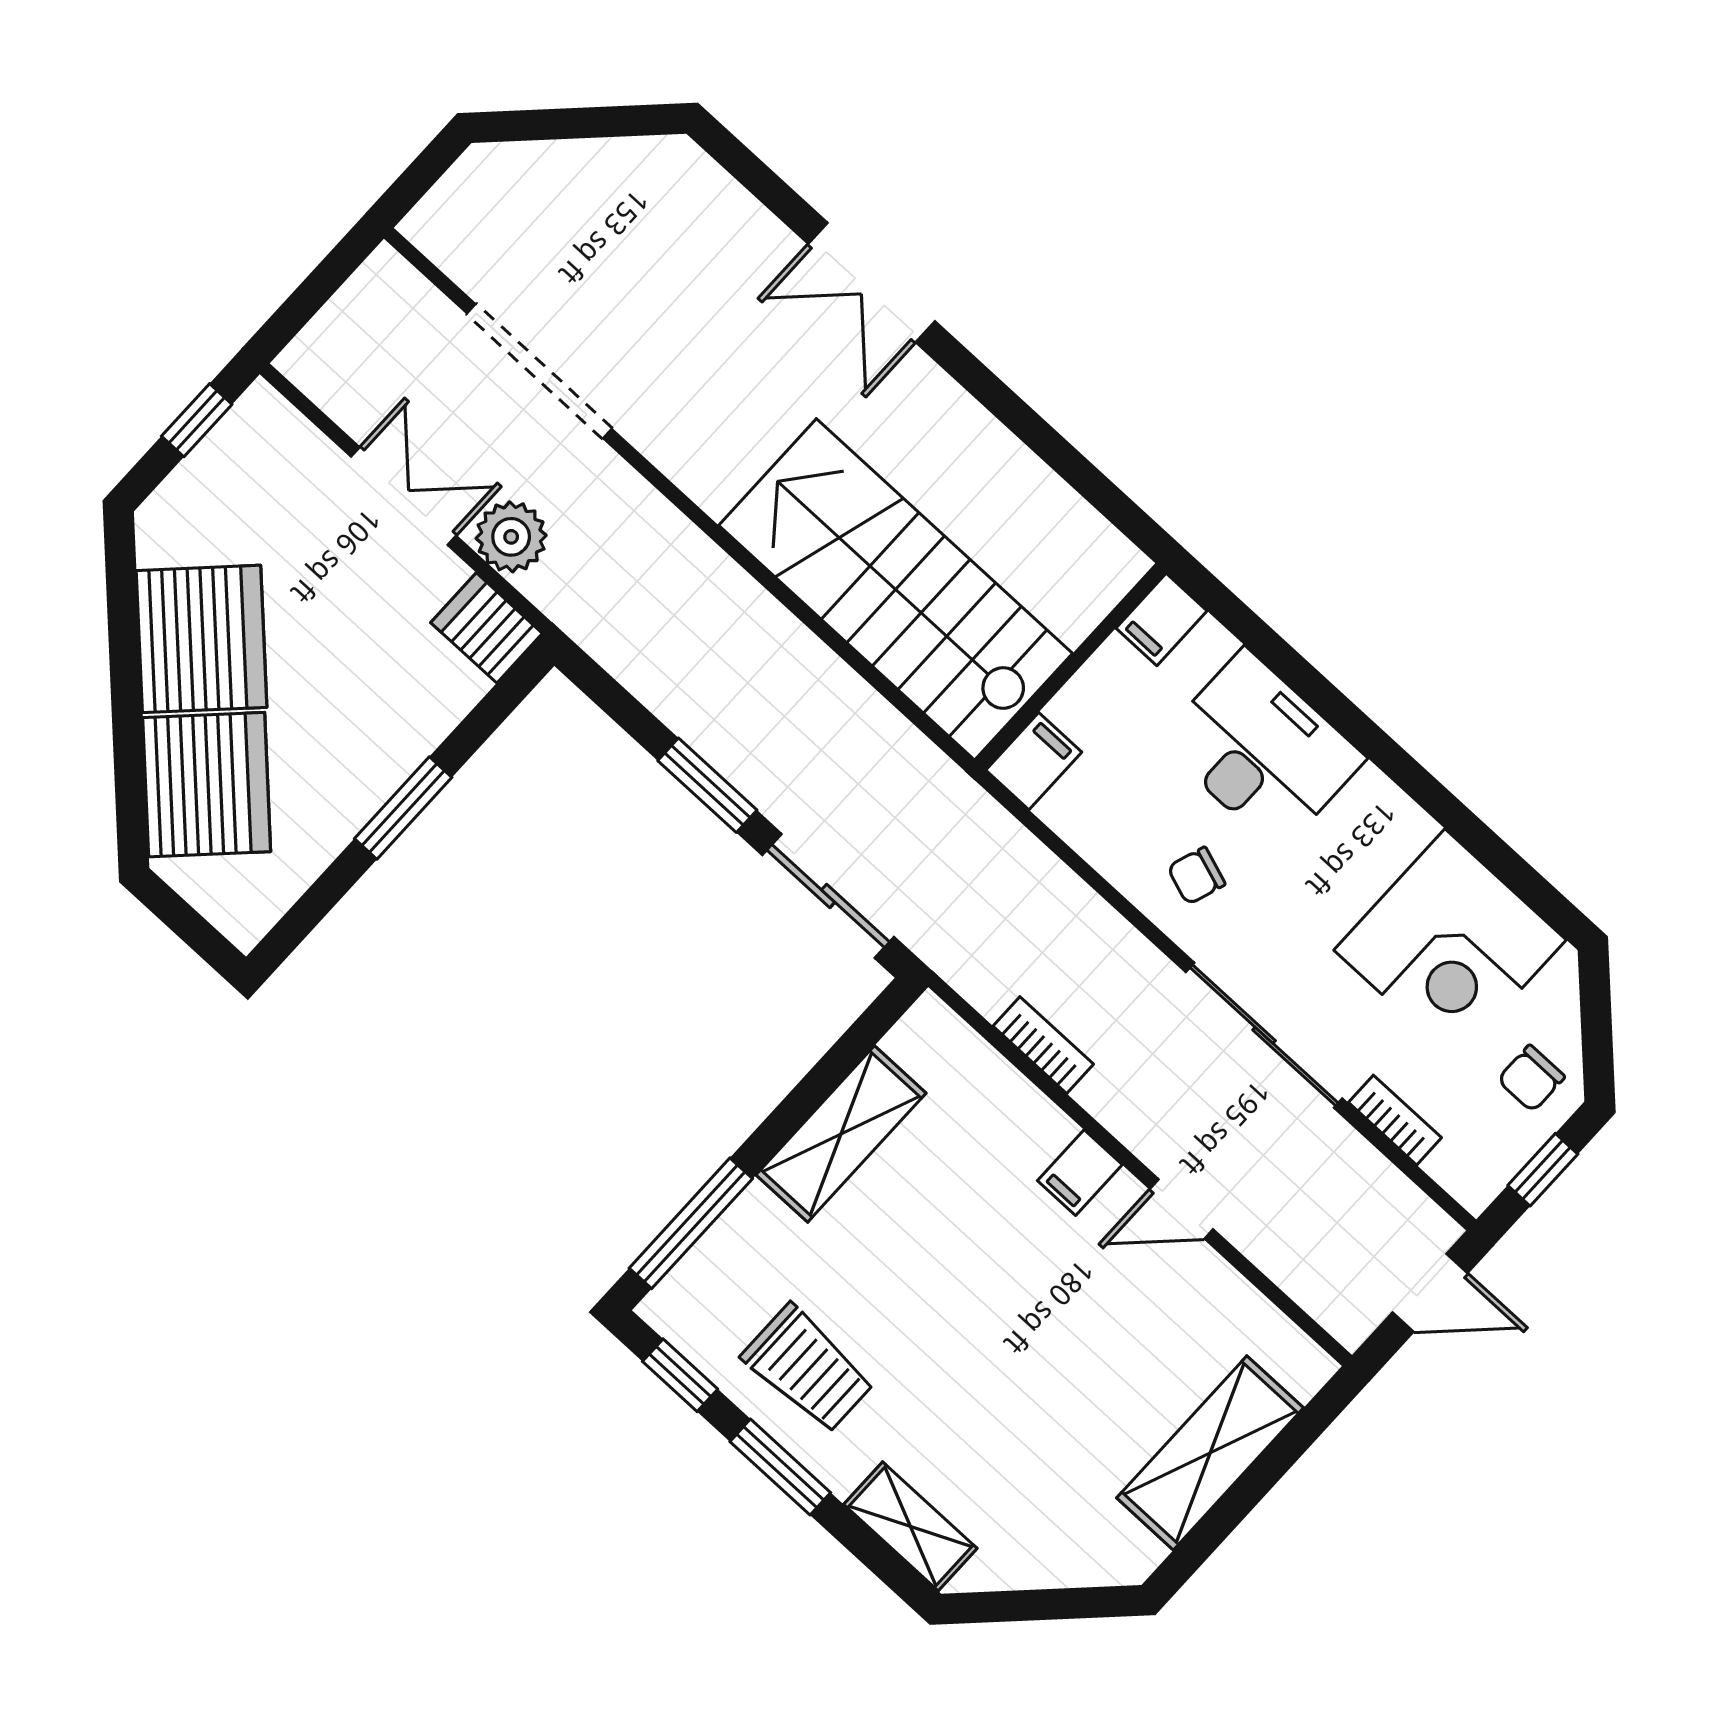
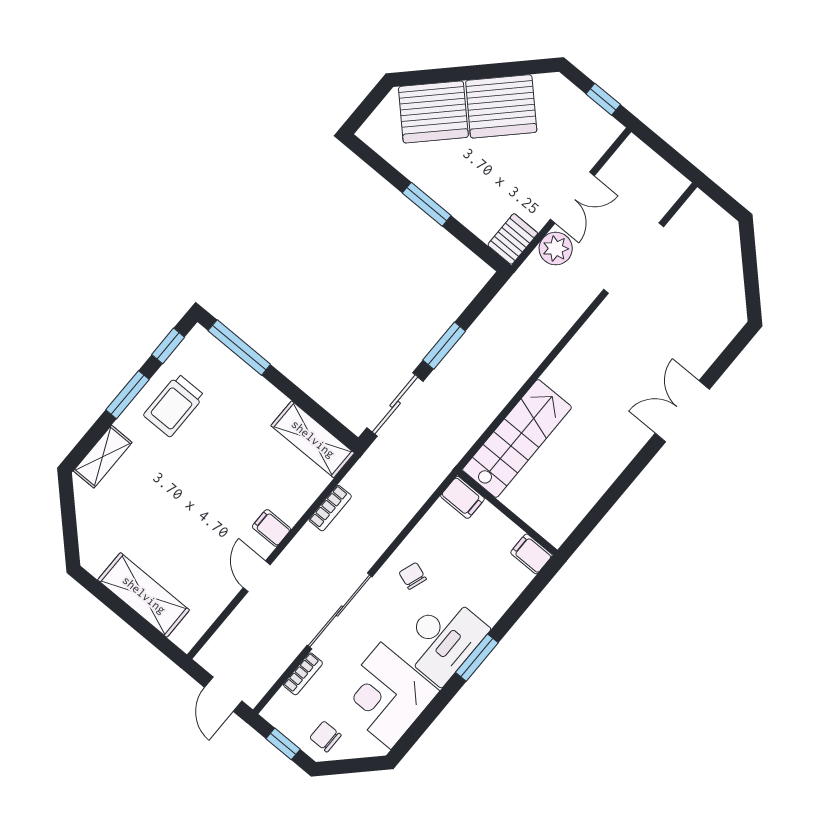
stairs: (896, 589) -> (517, 438), width x0.73, depth x0.66
window: (1378, 746) -> (477, 658), added
desk: (1262, 750) -> (443, 639), moved
shelving: (841, 1134) -> (313, 439), moved

